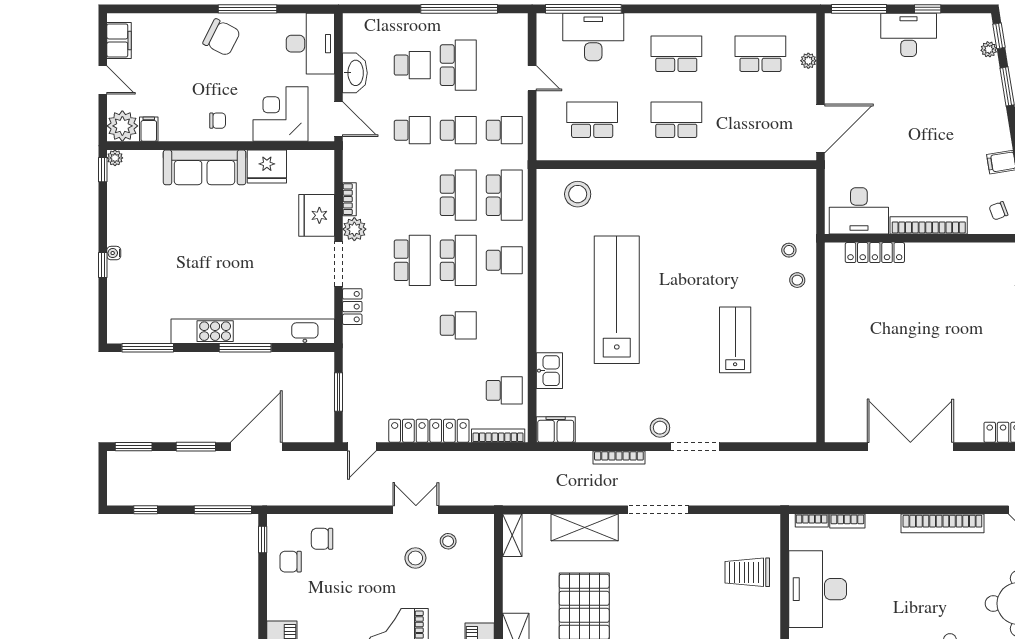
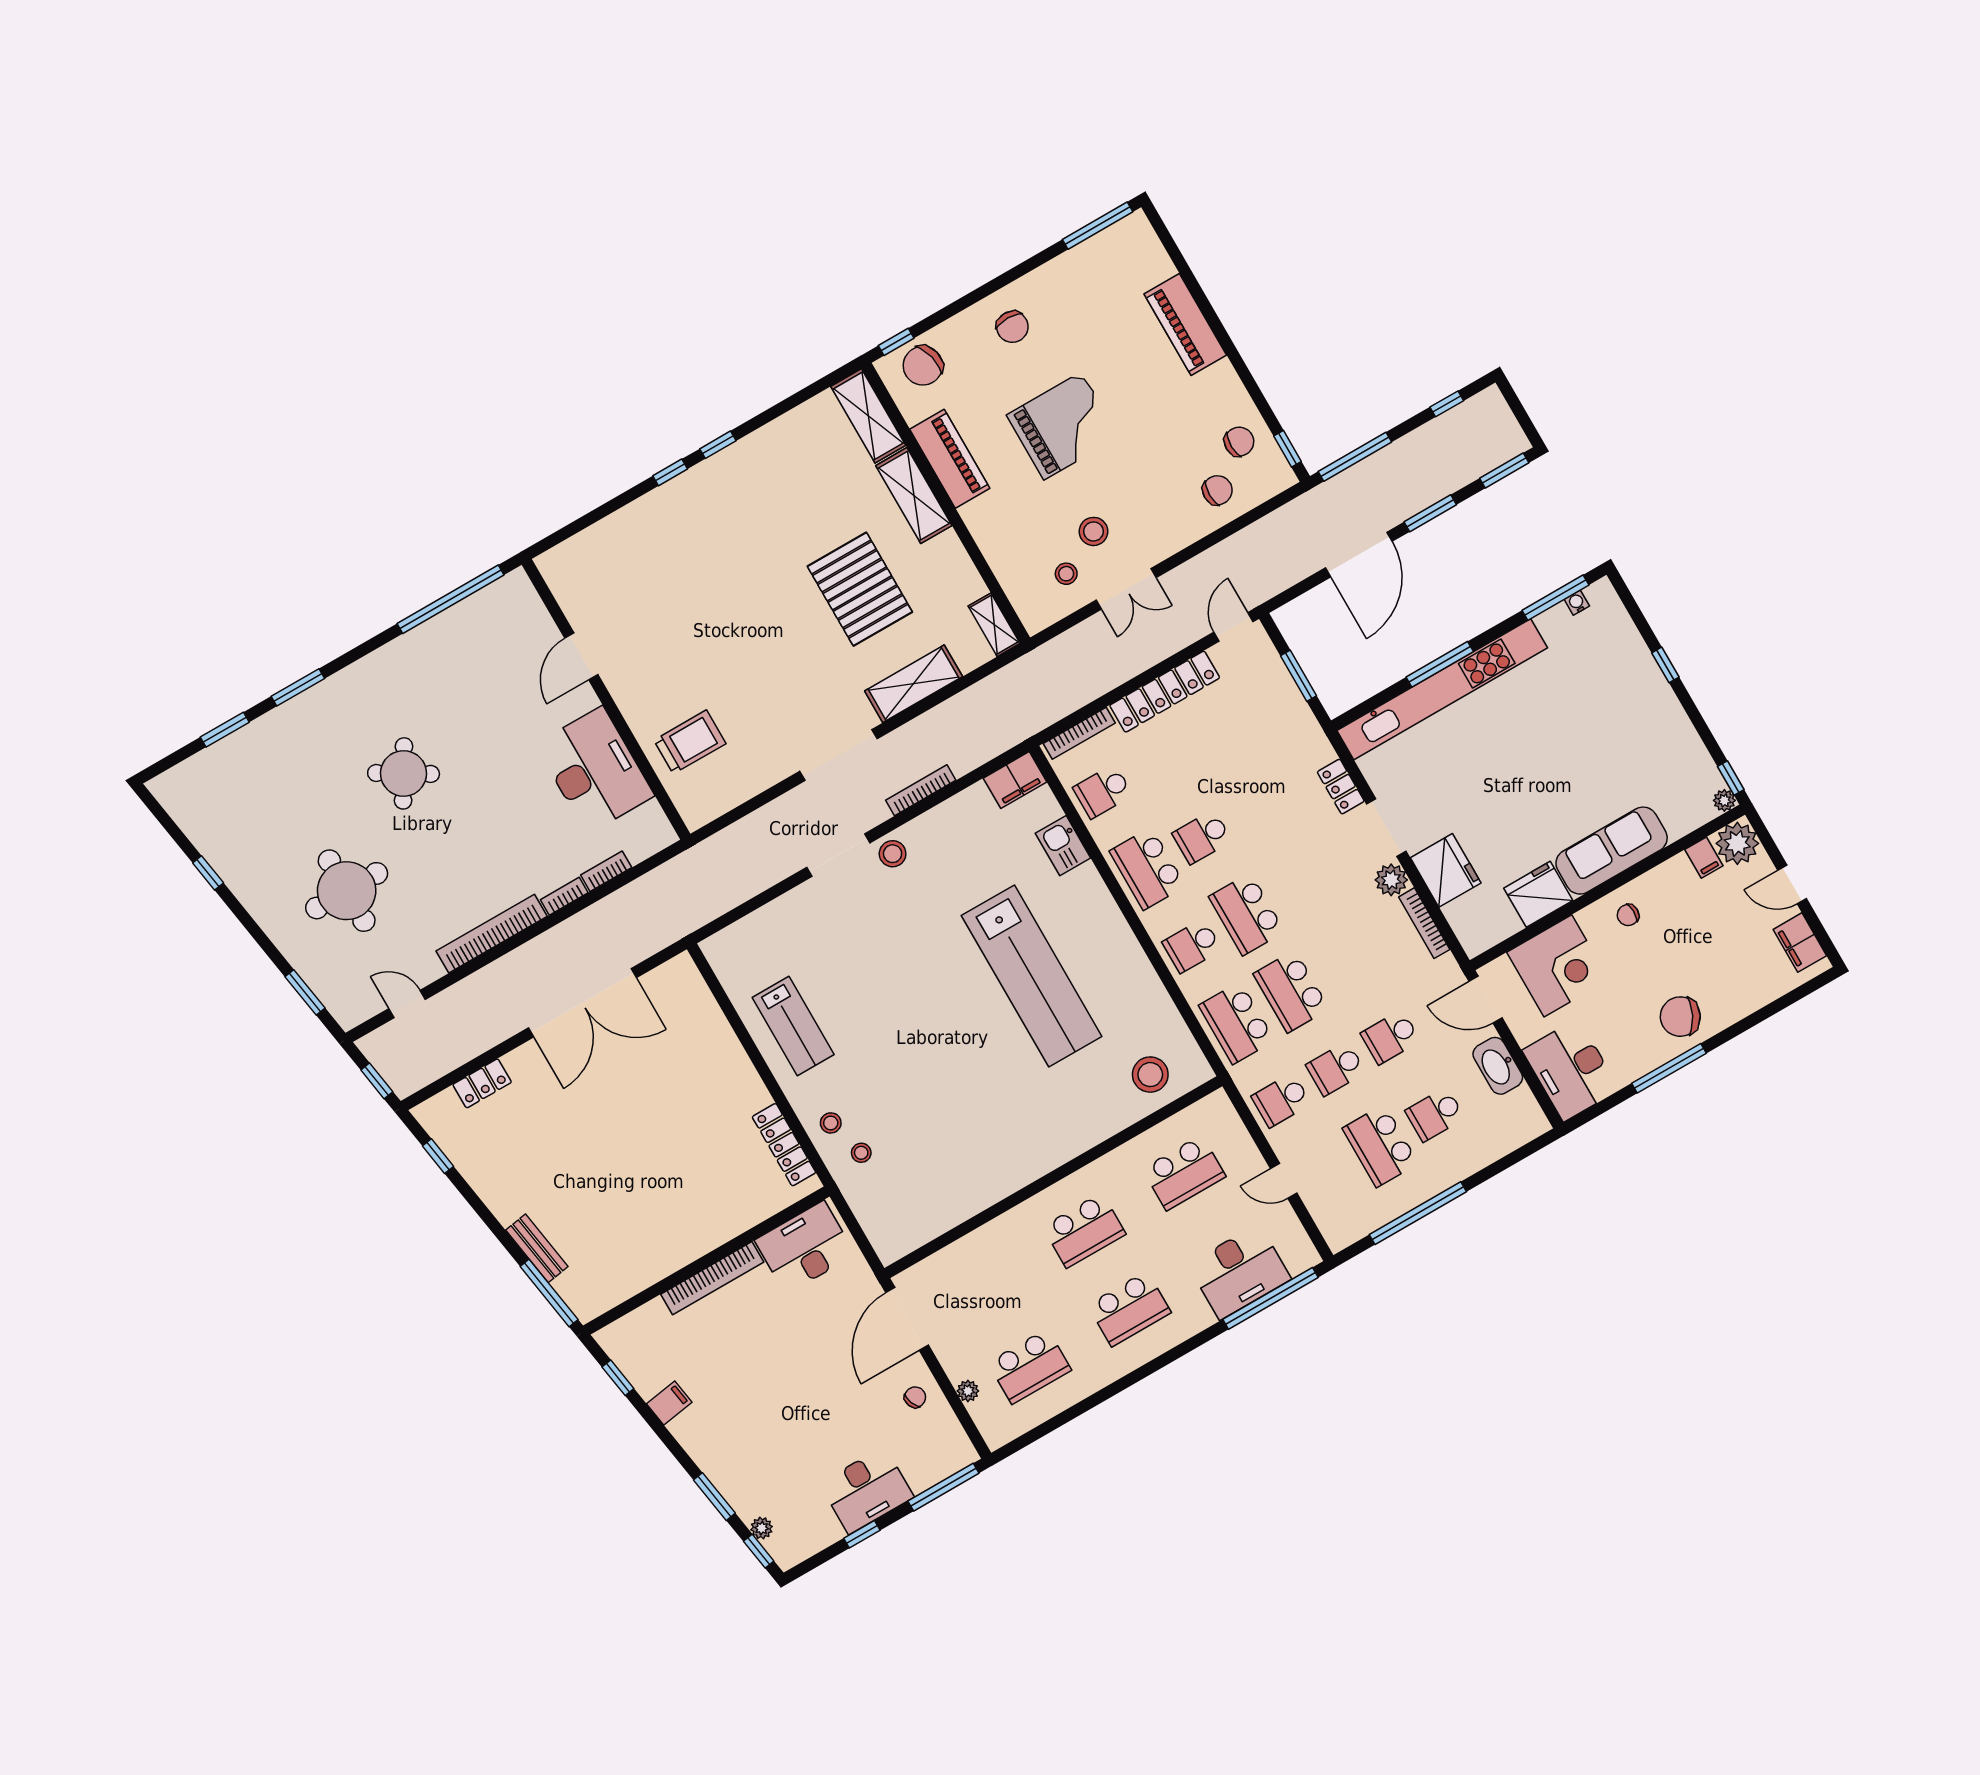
bookcase: (349, 199) -> (1424, 923), width x1.56
chair: (999, 211) -> (915, 1397), moved
water cooler: (114, 253) -> (1577, 603), moved, turned -90
locker: (875, 253) -> (784, 1145), moved, turned -90
school desk: (412, 260) -> (1147, 869), moved
lab bench: (735, 340) -> (793, 1026), moved
bookcase: (812, 521) -> (564, 896), moved

